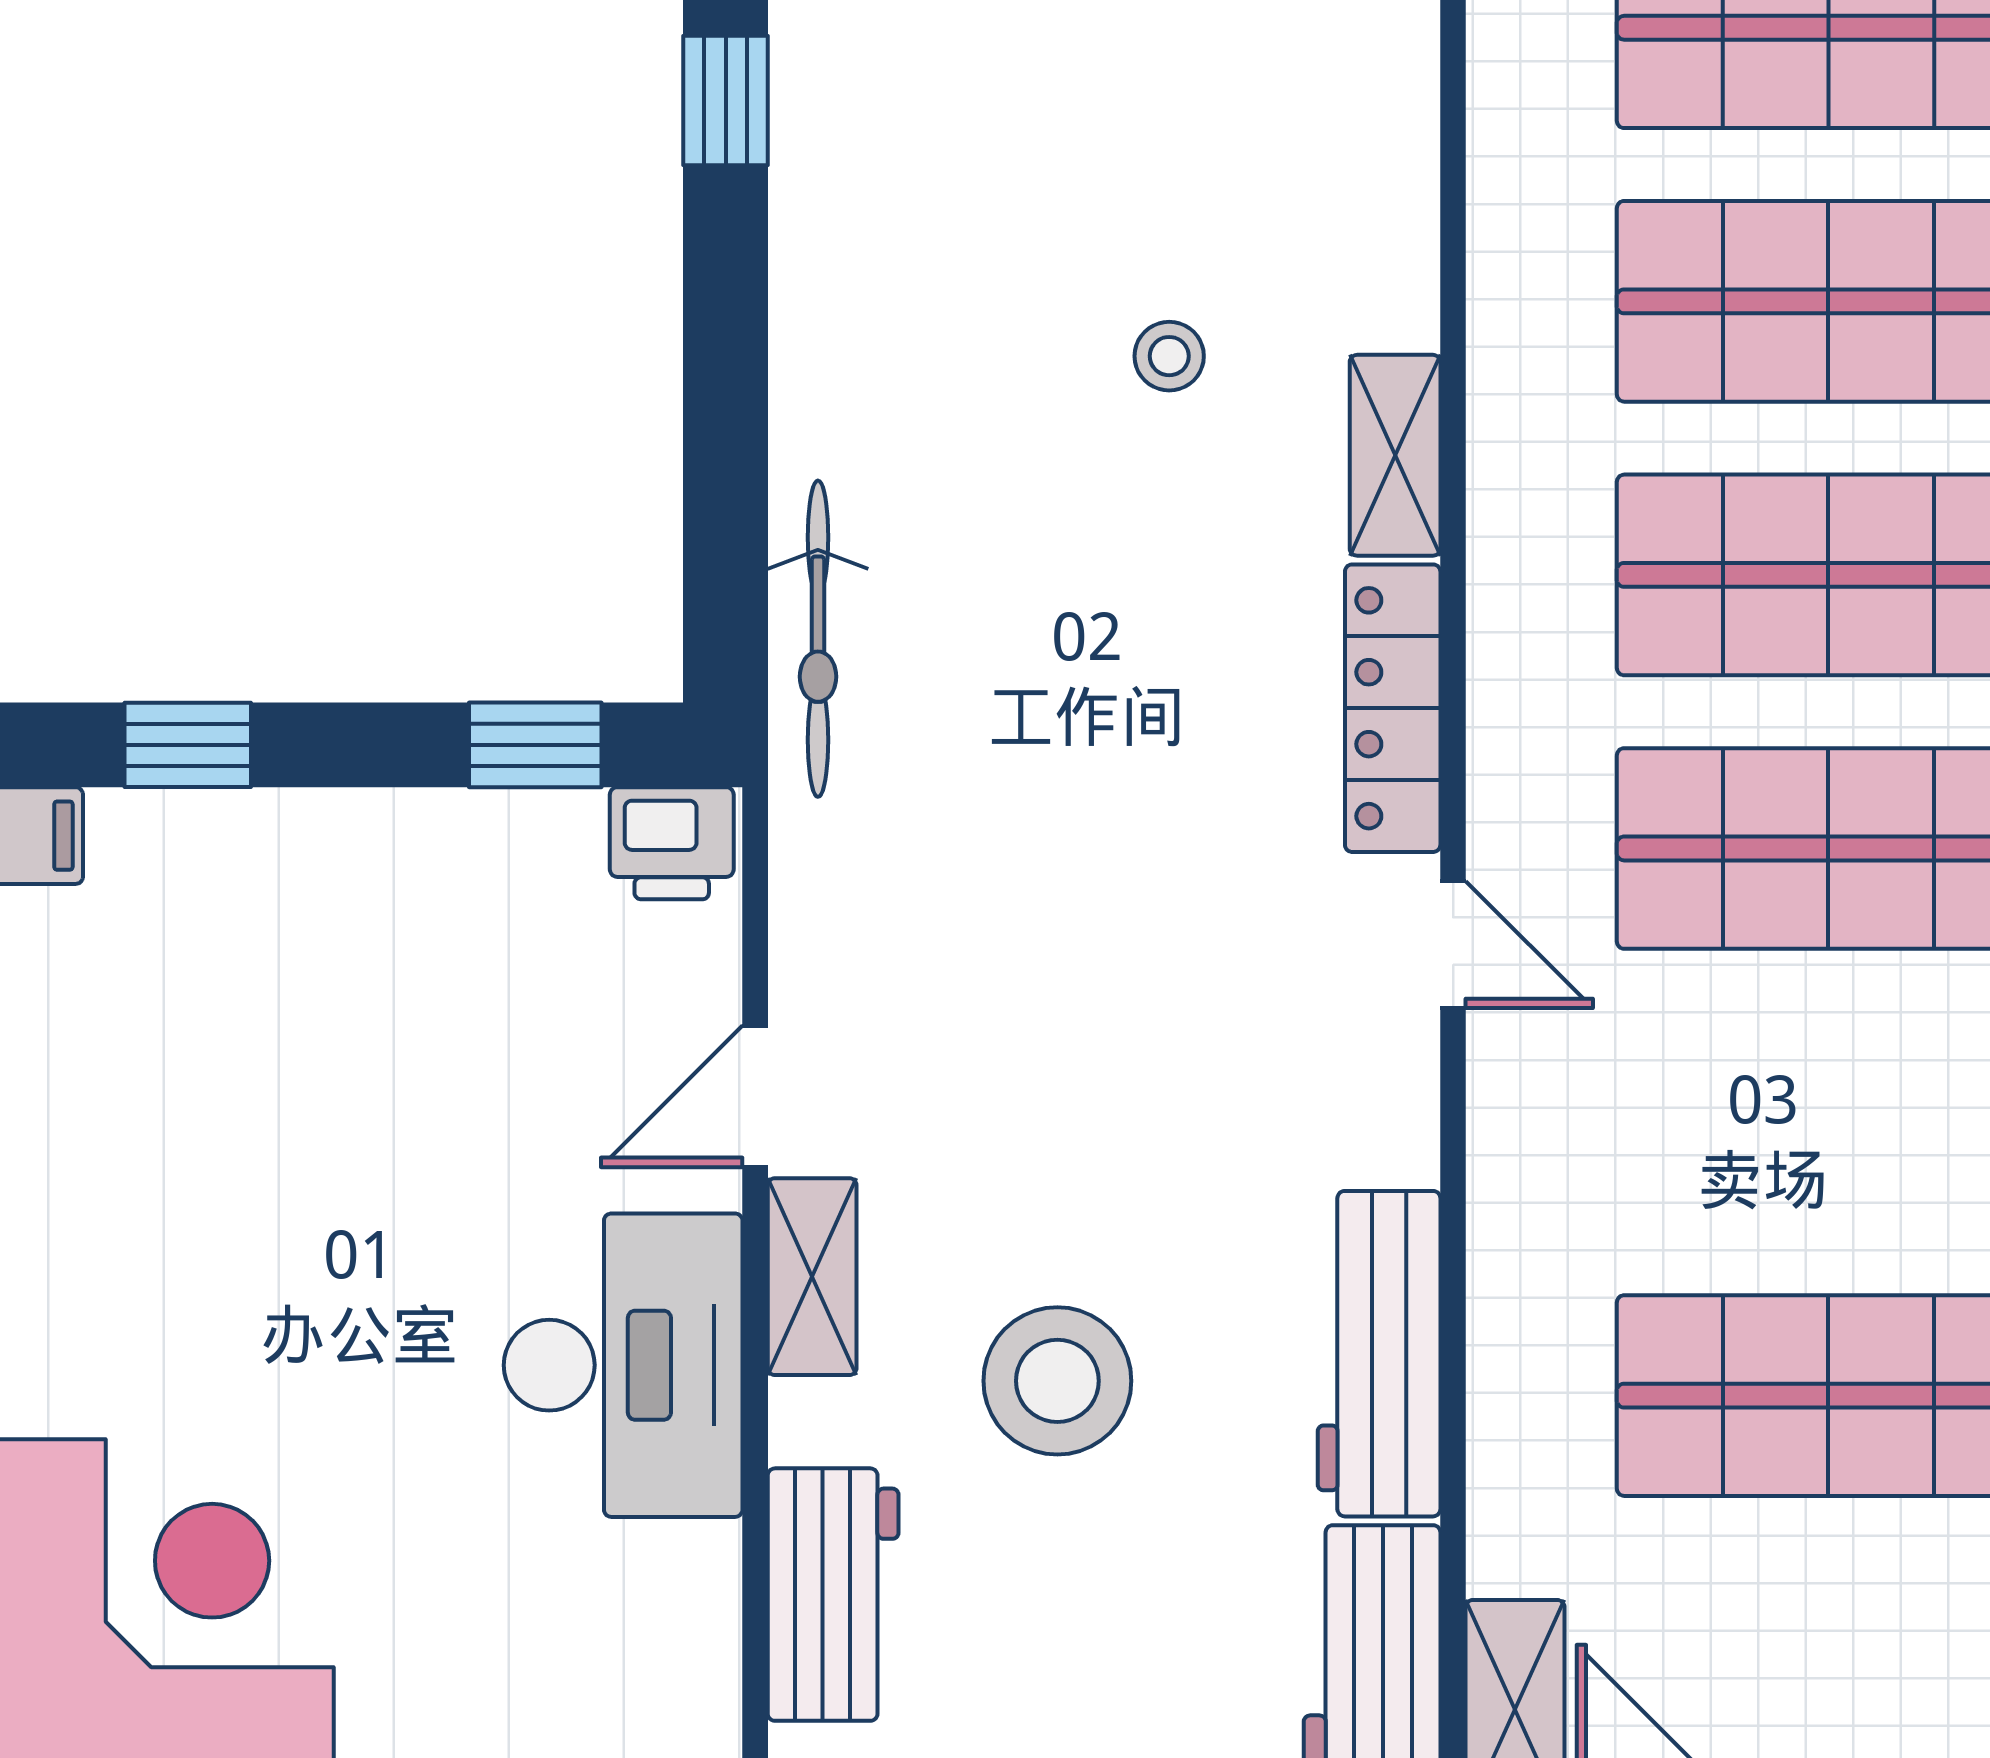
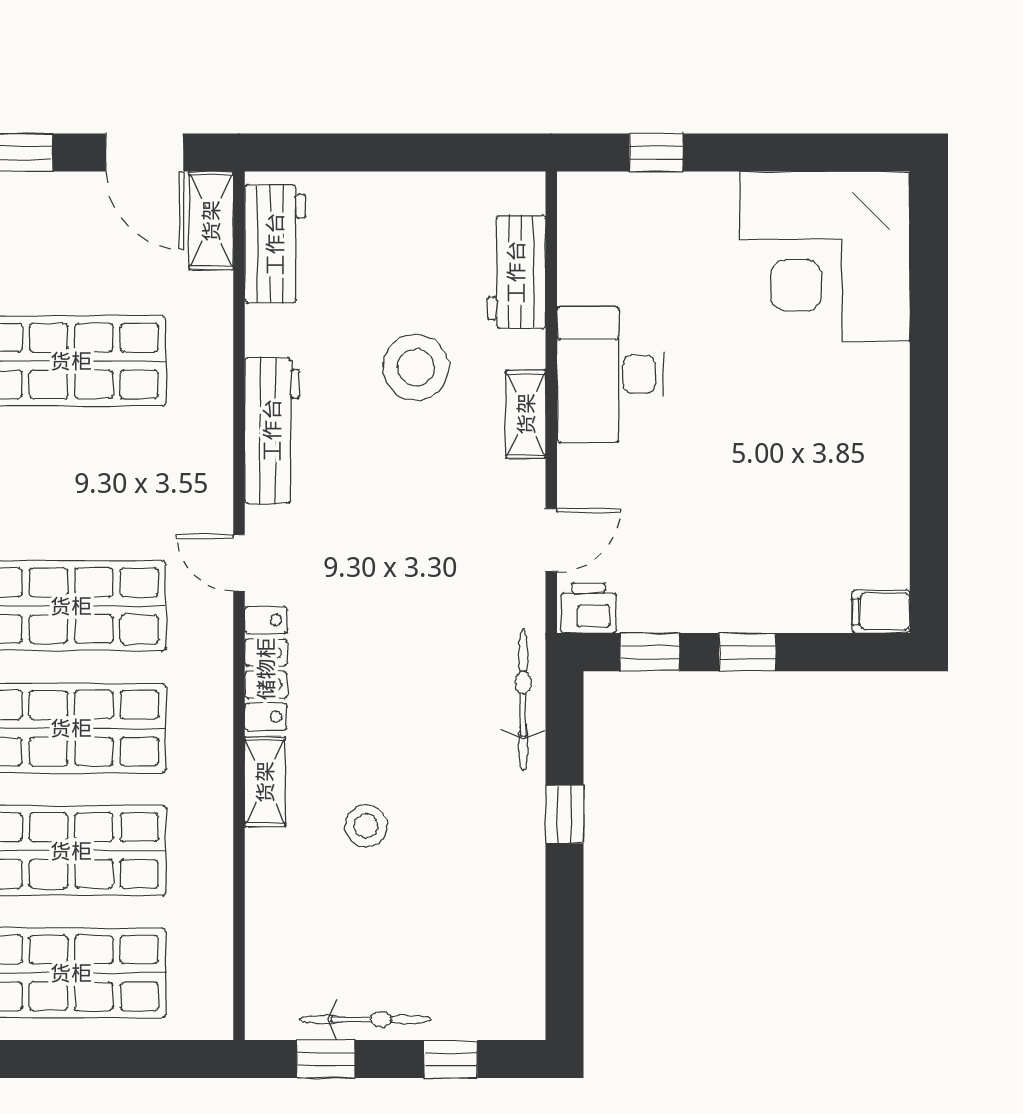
window: (726, 100) -> (565, 814), moved
stool: (1169, 356) -> (366, 826), width x1.37, depth x1.37
window: (188, 745) -> (747, 652), moved
door: (755, 1096) -> (551, 540), moved
workbench: (1379, 1354) -> (272, 430), moved

